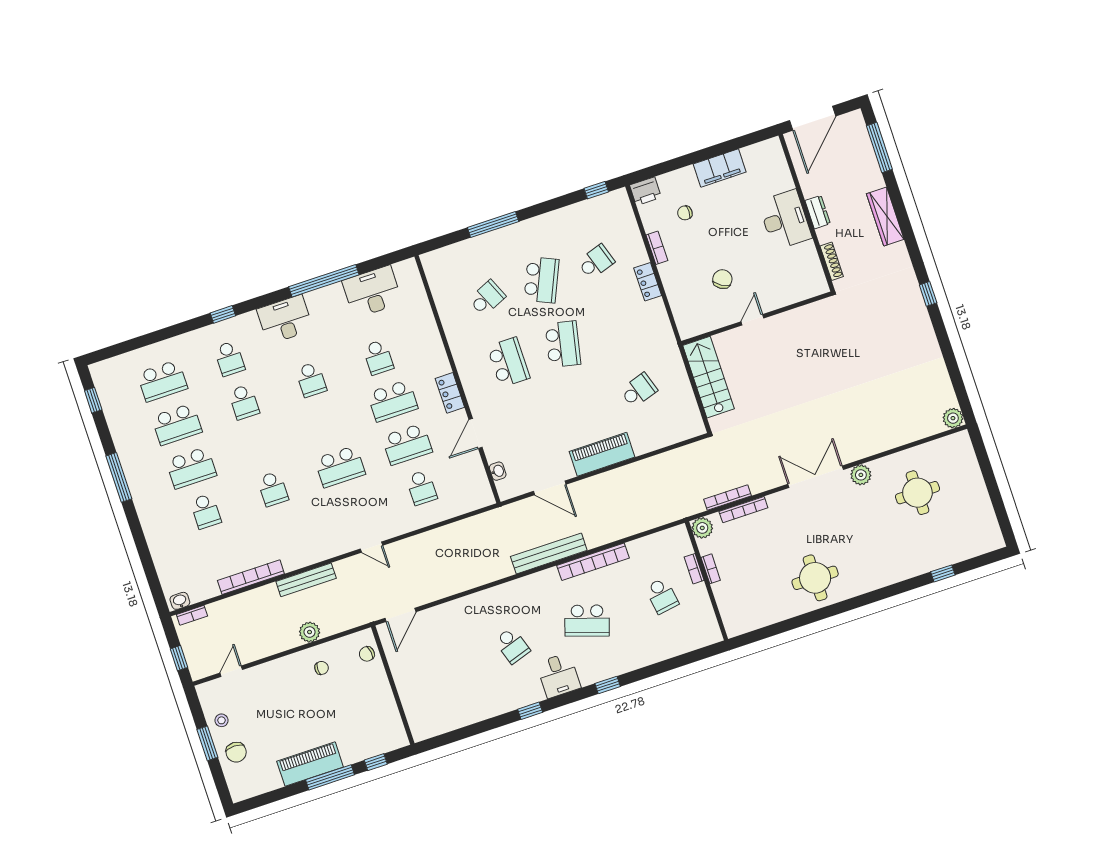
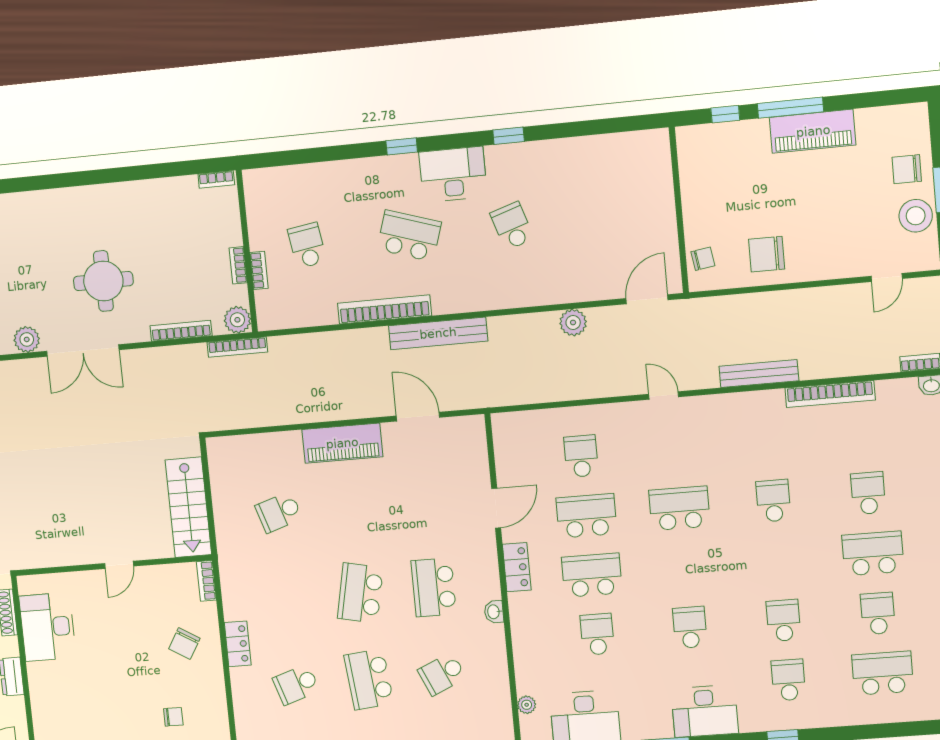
desk: (785, 220) -> (48, 627), moved
bookcase: (657, 248) -> (206, 581), moved
chair: (722, 279) -> (184, 644), moved
school desk: (542, 280) -> (369, 679), turned -30
plant: (418, 291) -> (527, 705), added
school desk: (177, 424) -> (878, 613), width x0.54
washbasin: (498, 471) -> (494, 612), moved
bookcase: (727, 498) -> (237, 347), moved
round table: (815, 578) -> (103, 281), moved
bookcase: (741, 629) -> (216, 179), added
plant: (310, 632) -> (573, 322), moved
chair: (322, 668) -> (767, 254), width x1.87, depth x1.87
desk: (558, 675) -> (453, 174), width x1.37
stool: (221, 720) -> (916, 216), width x1.89, depth x1.89
chair: (236, 752) -> (907, 169), turned -90

